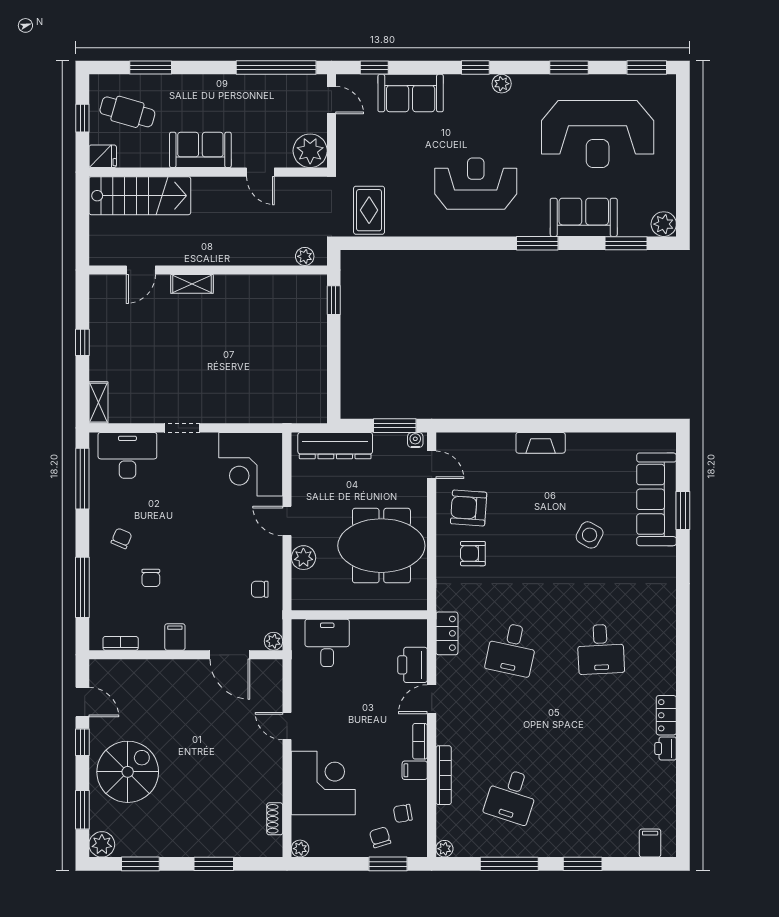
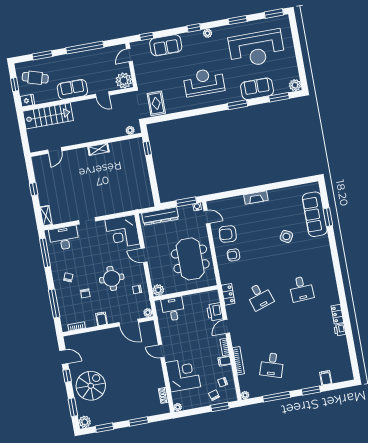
window: (276, 68) -> (85, 48), moved
door: (331, 100) -> (129, 55), swing flipped
shelving: (192, 284) -> (98, 149), moved
meeting table: (381, 546) -> (190, 259), turned 90
round table: (211, 557) -> (112, 278), added
plant: (303, 558) -> (158, 290), moved
desk: (512, 649) -> (260, 296), turned -30
filing cabinet: (650, 843) -> (326, 378), moved

